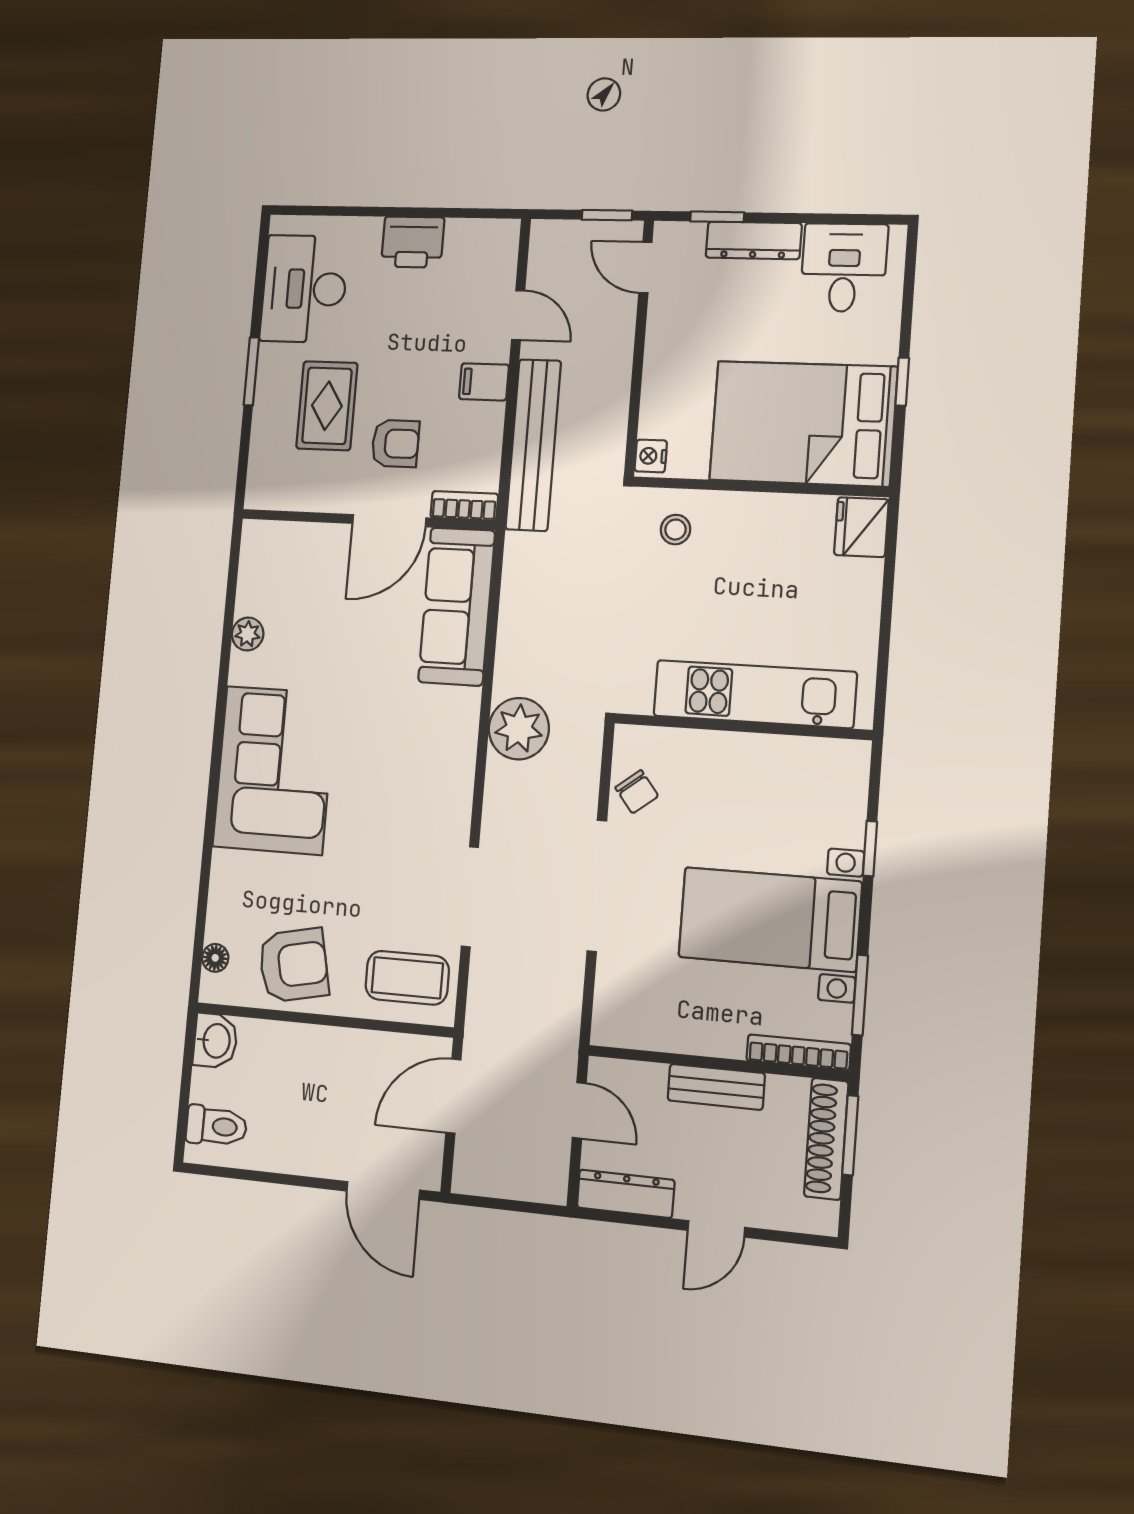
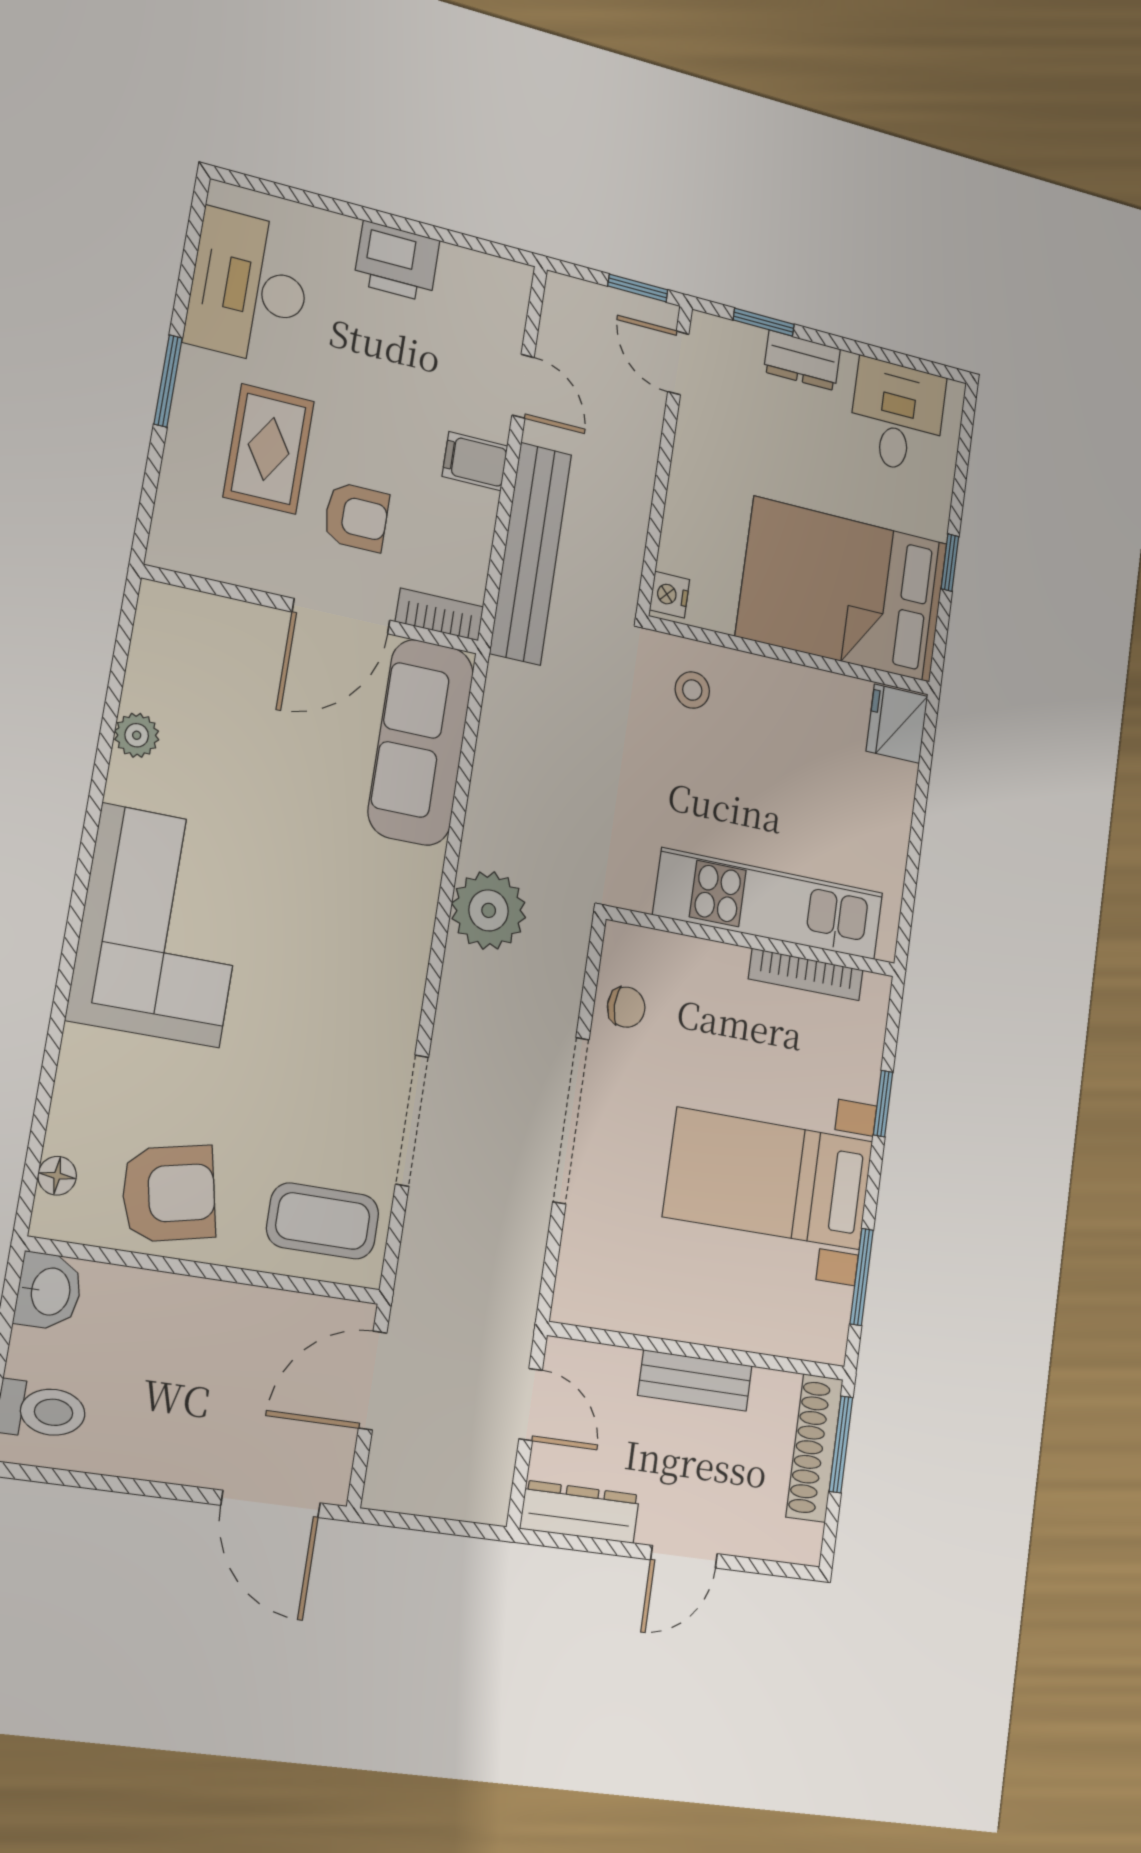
dresser: (754, 240) -> (802, 360), width x0.70
chair: (637, 792) -> (626, 1007), turned -52
bookcase: (799, 1052) -> (806, 974), moved, turned 180

